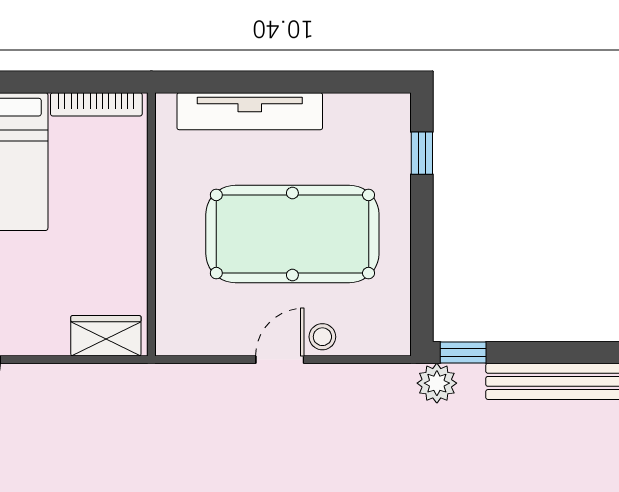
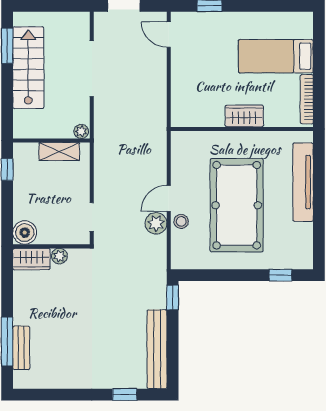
wardrobe: (106, 336) -> (244, 116), moved, turned -90
door: (280, 360) -> (169, 198), swing flipped
plant: (437, 383) -> (156, 223), moved

